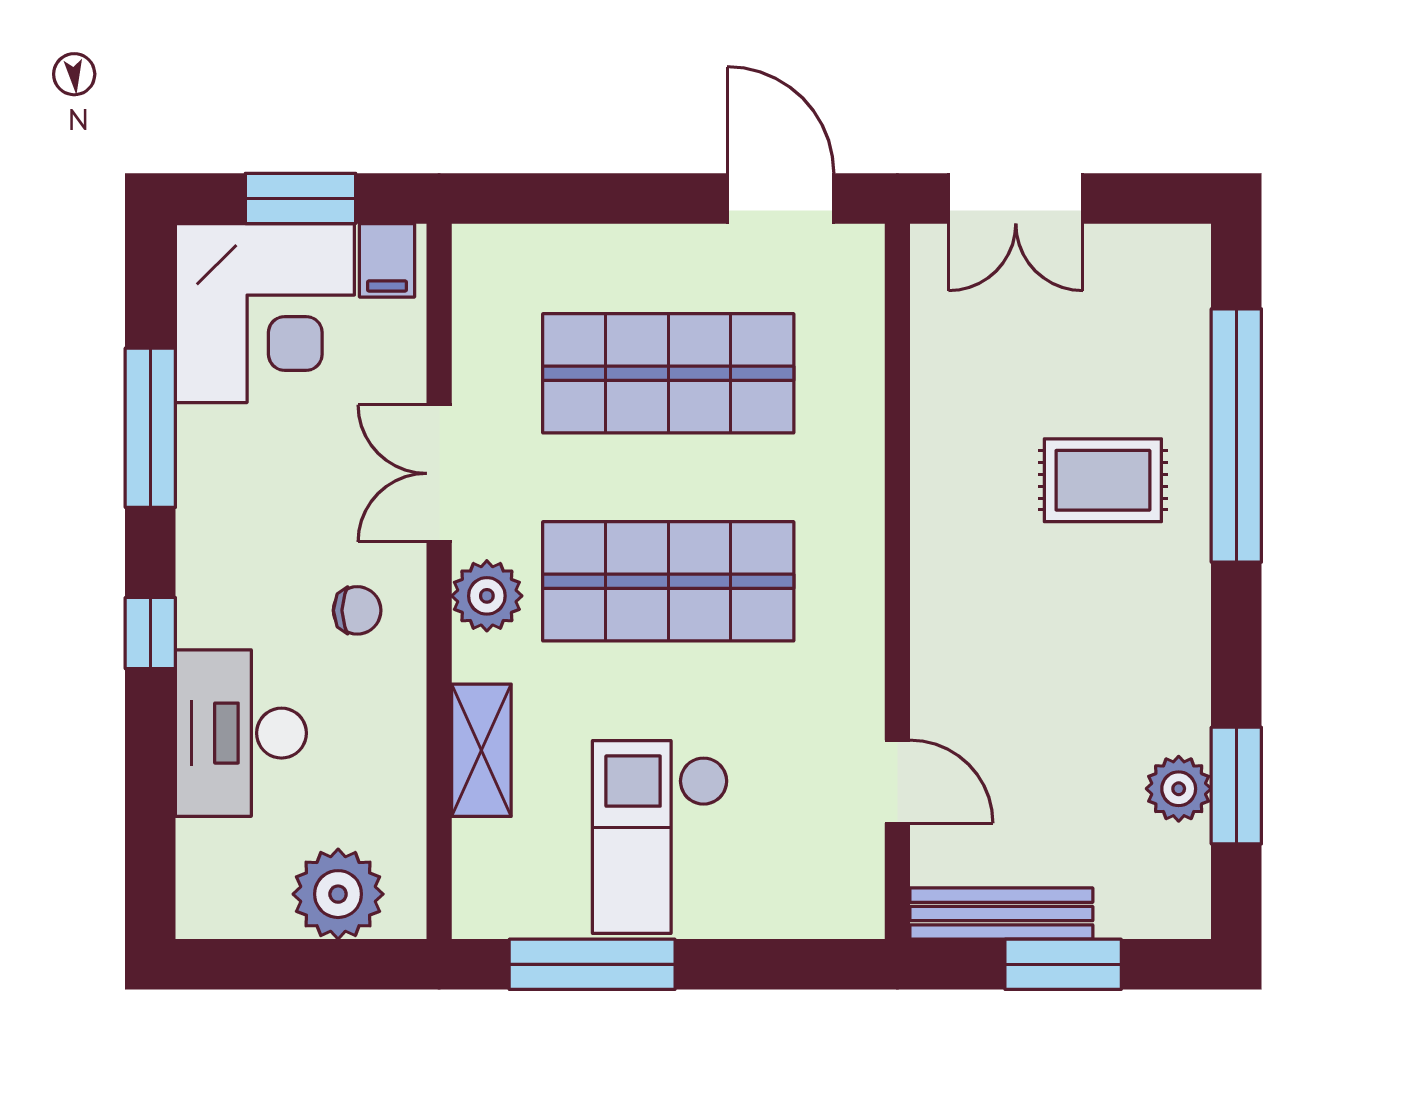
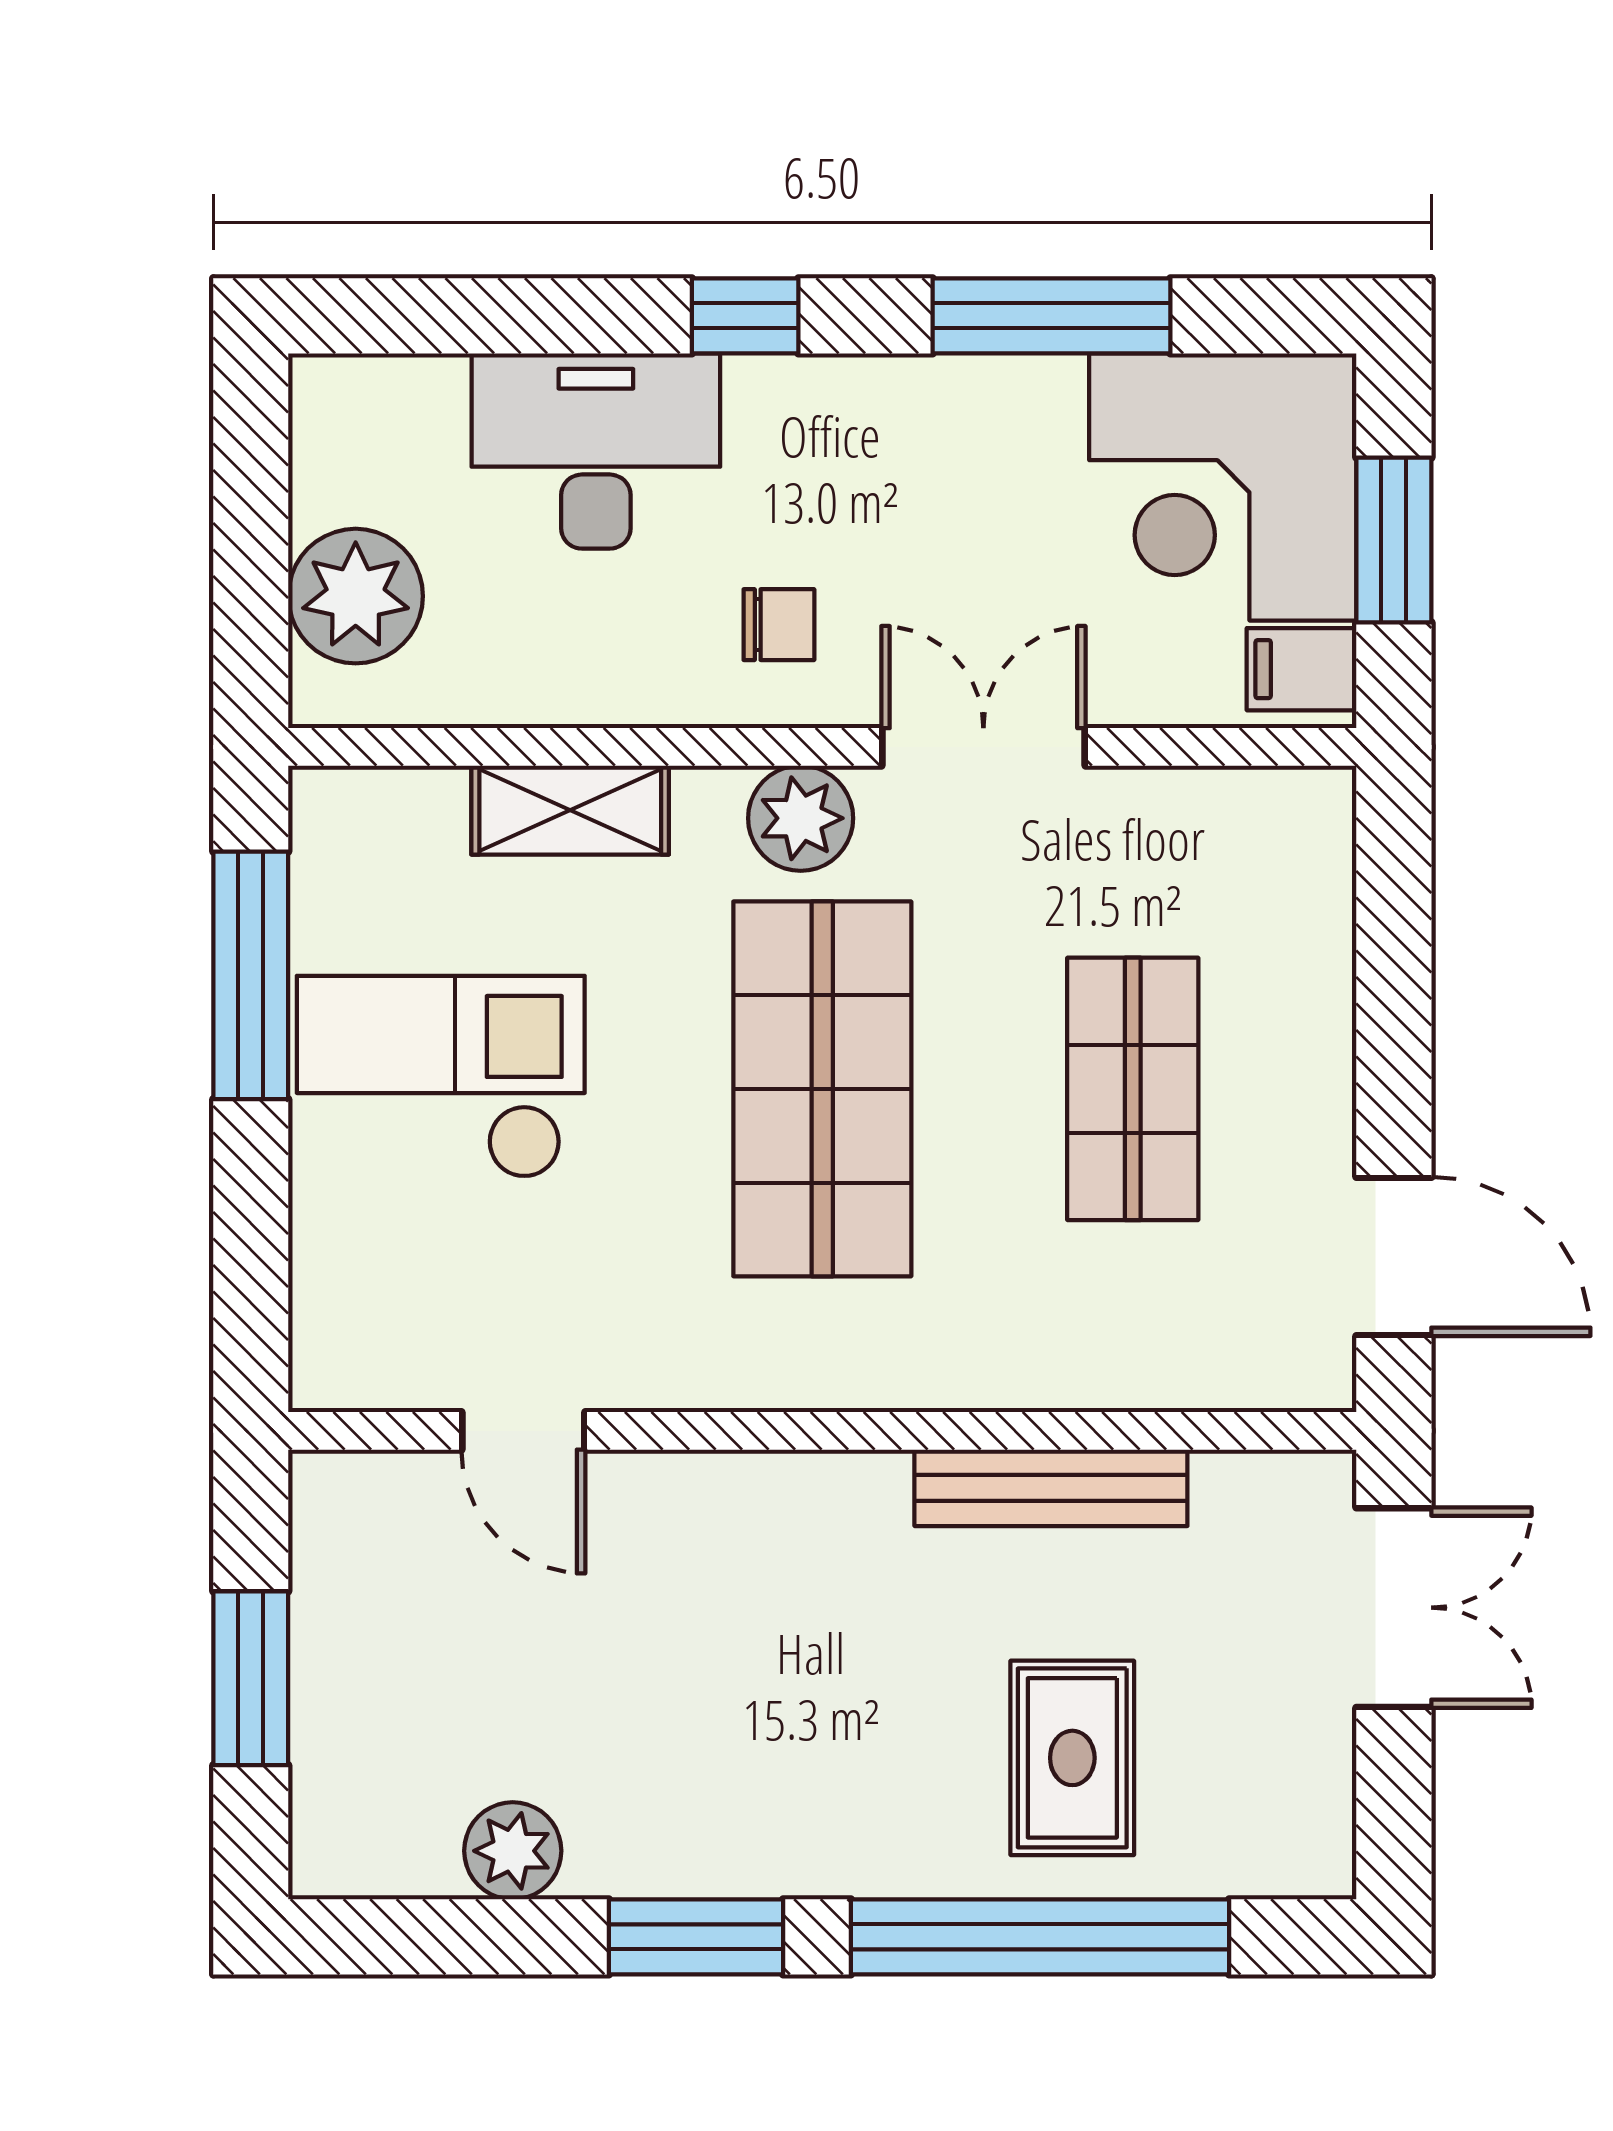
door: (780, 198) -> (1394, 1256), hinge flipped
double door: (1016, 198) -> (1394, 1608), swing flipped
shop shelf: (668, 373) -> (1133, 1089), width x0.70, depth x0.74
rug: (1103, 480) -> (1072, 1758), moved
chair: (357, 610) -> (779, 625), turned -90
door: (897, 782) -> (523, 1431), hinge flipped
window: (1236, 786) -> (696, 1937), moved
bench: (1001, 914) -> (1051, 1488), moved, turned 90

